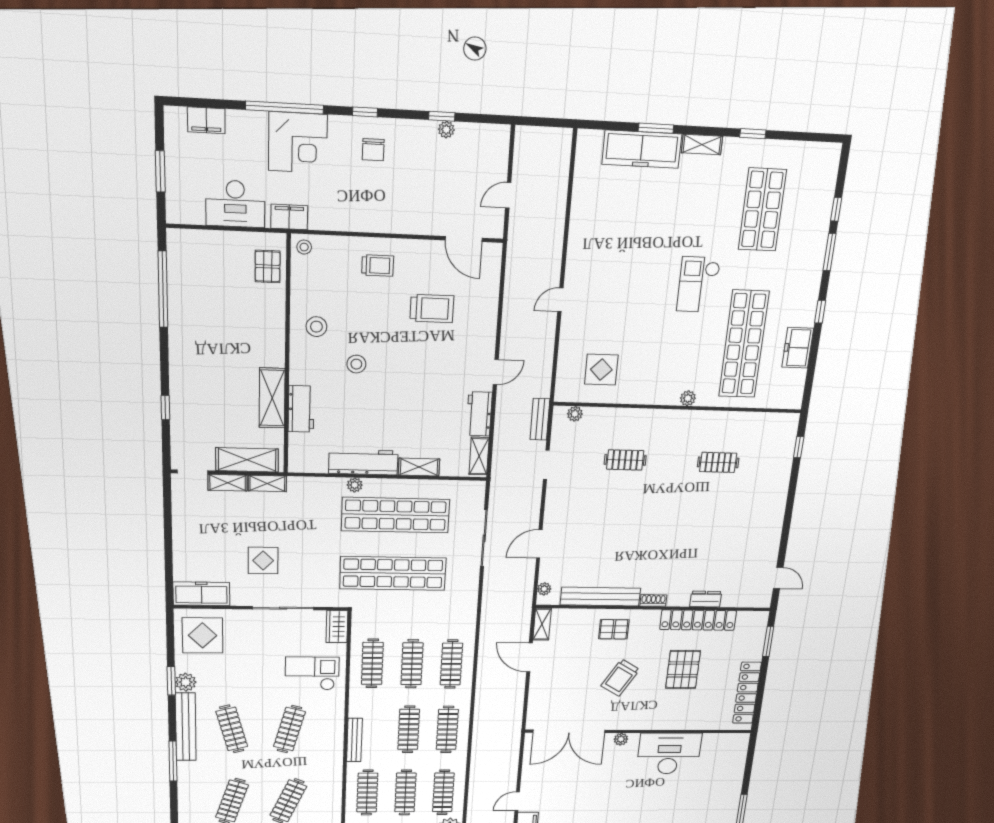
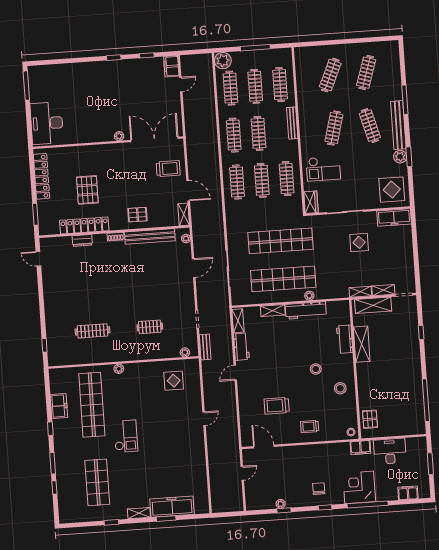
clothes rail: (718, 462) -> (92, 331), width x1.36
trolley: (620, 678) -> (168, 169), moved, turned 59
desk: (669, 753) -> (47, 123), moved, turned 90

